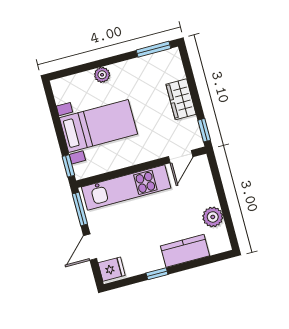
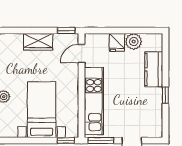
door: (181, 157) -> (81, 54), swing flipped
fridge: (112, 269) -> (117, 42), moved, turned 180

